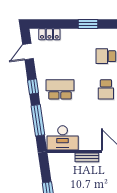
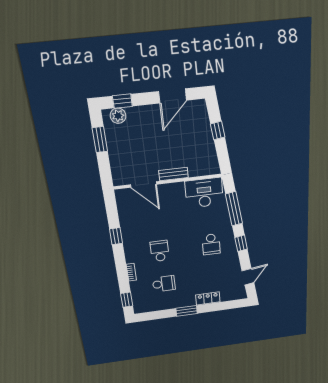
locker: (49, 34) -> (208, 298), moved
school desk: (60, 89) -> (211, 244), width x0.54

